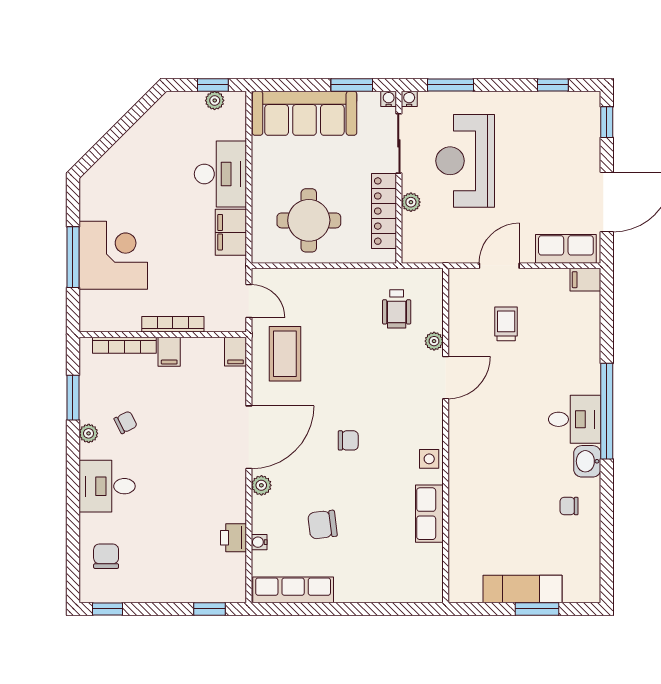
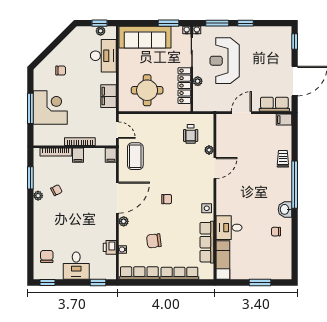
window: (553, 85) -> (246, 23), moved
desk: (220, 174) -> (103, 56), moved
chair: (134, 181) -> (61, 71), added
trolley: (506, 324) -> (283, 159), moved
desk: (575, 419) -> (229, 228), moved, turned 180
desk: (107, 486) -> (76, 266), moved, turned -90
row of seats: (429, 514) -> (207, 242), width x1.48
exam couch: (522, 589) -> (223, 260), moved, turned 90
row of seats: (374, 590) -> (179, 273), added

